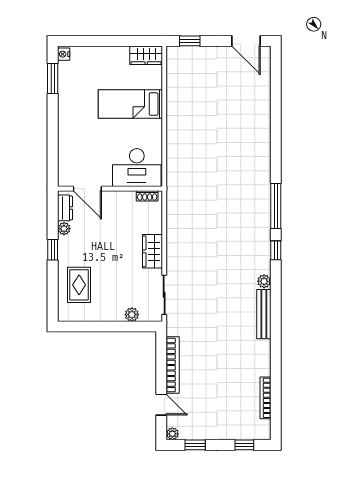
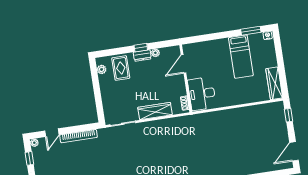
wardrobe: (146, 55) -> (274, 83), width x1.50
bed: (130, 104) -> (241, 57), moved, turned 180
dresser: (65, 208) -> (142, 55), moved
wardrobe: (152, 251) -> (155, 111), width x1.50
rug: (79, 285) -> (121, 68), turned 90
plant: (132, 315) -> (102, 69), moved

